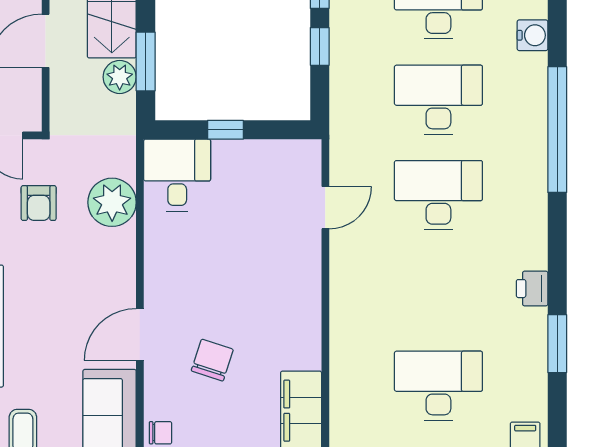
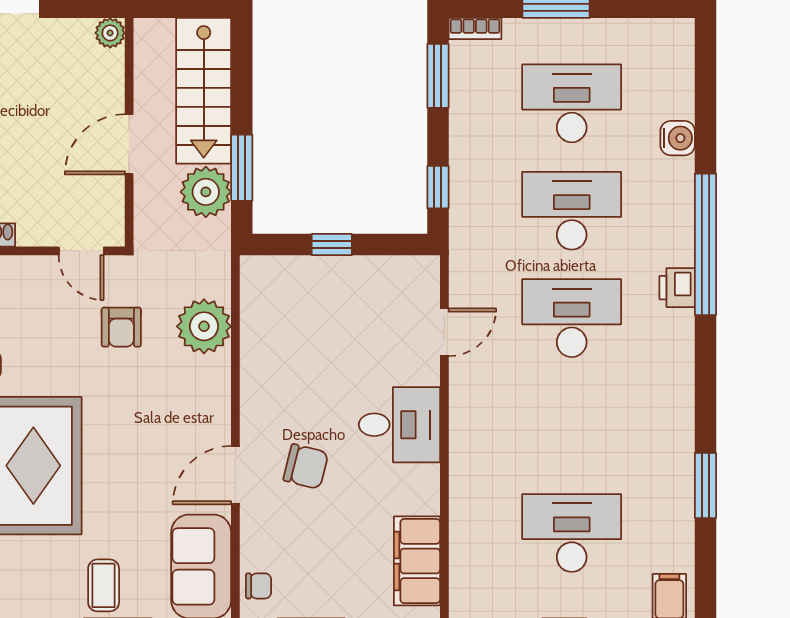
window: (320, 46) -> (438, 187), moved
plant: (120, 77) -> (206, 192), width x1.36, depth x1.36
desk: (177, 175) -> (399, 425), moved, turned 90
printer: (532, 289) -> (677, 288), moved
chair: (212, 360) -> (306, 466), moved, turned 86

